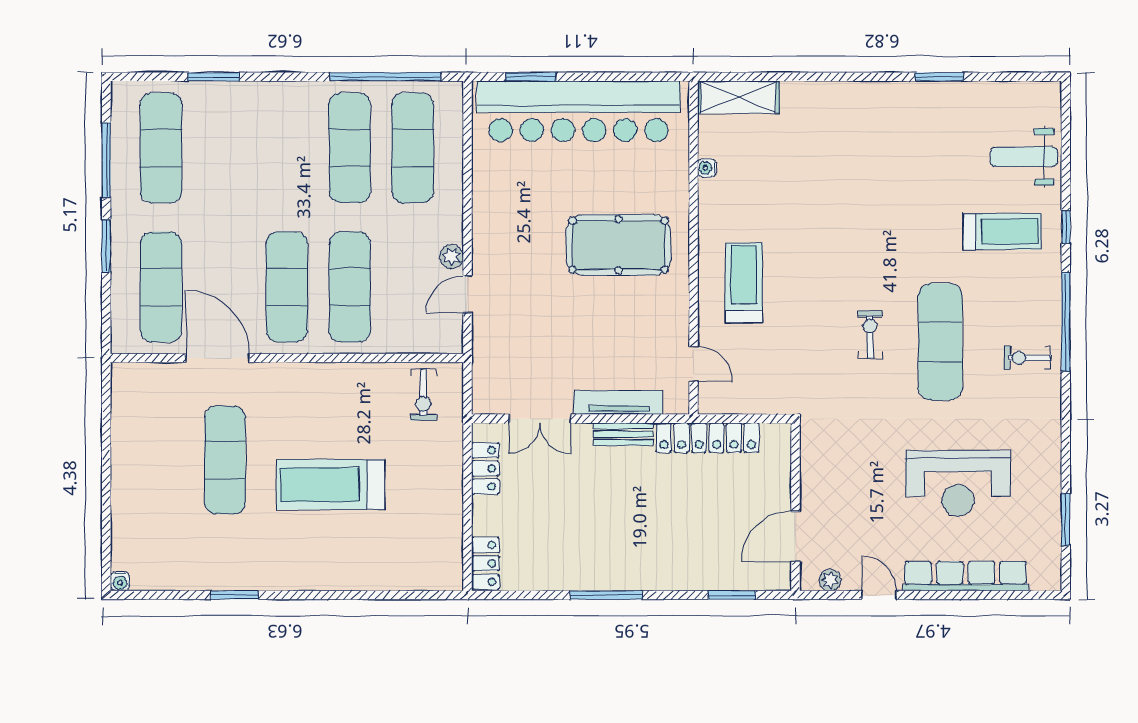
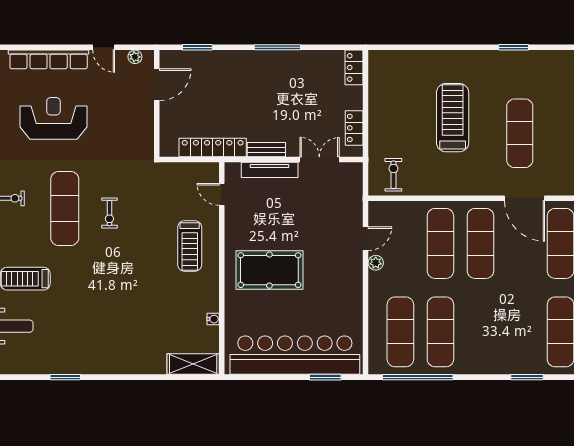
treadmill: (331, 485) -> (453, 118), turned -90

